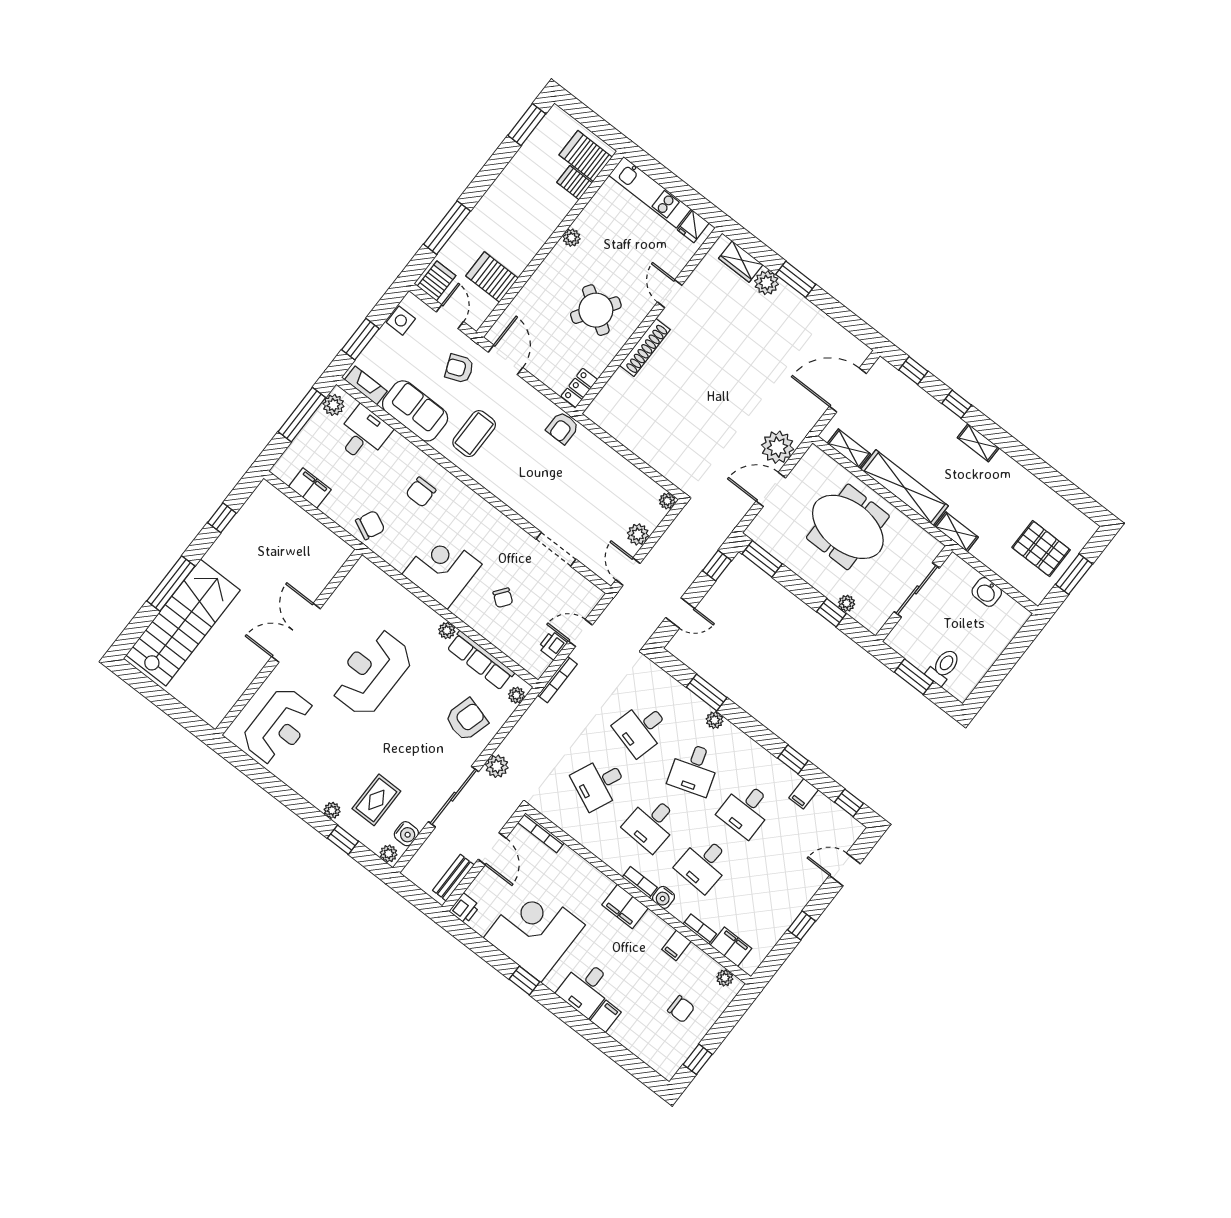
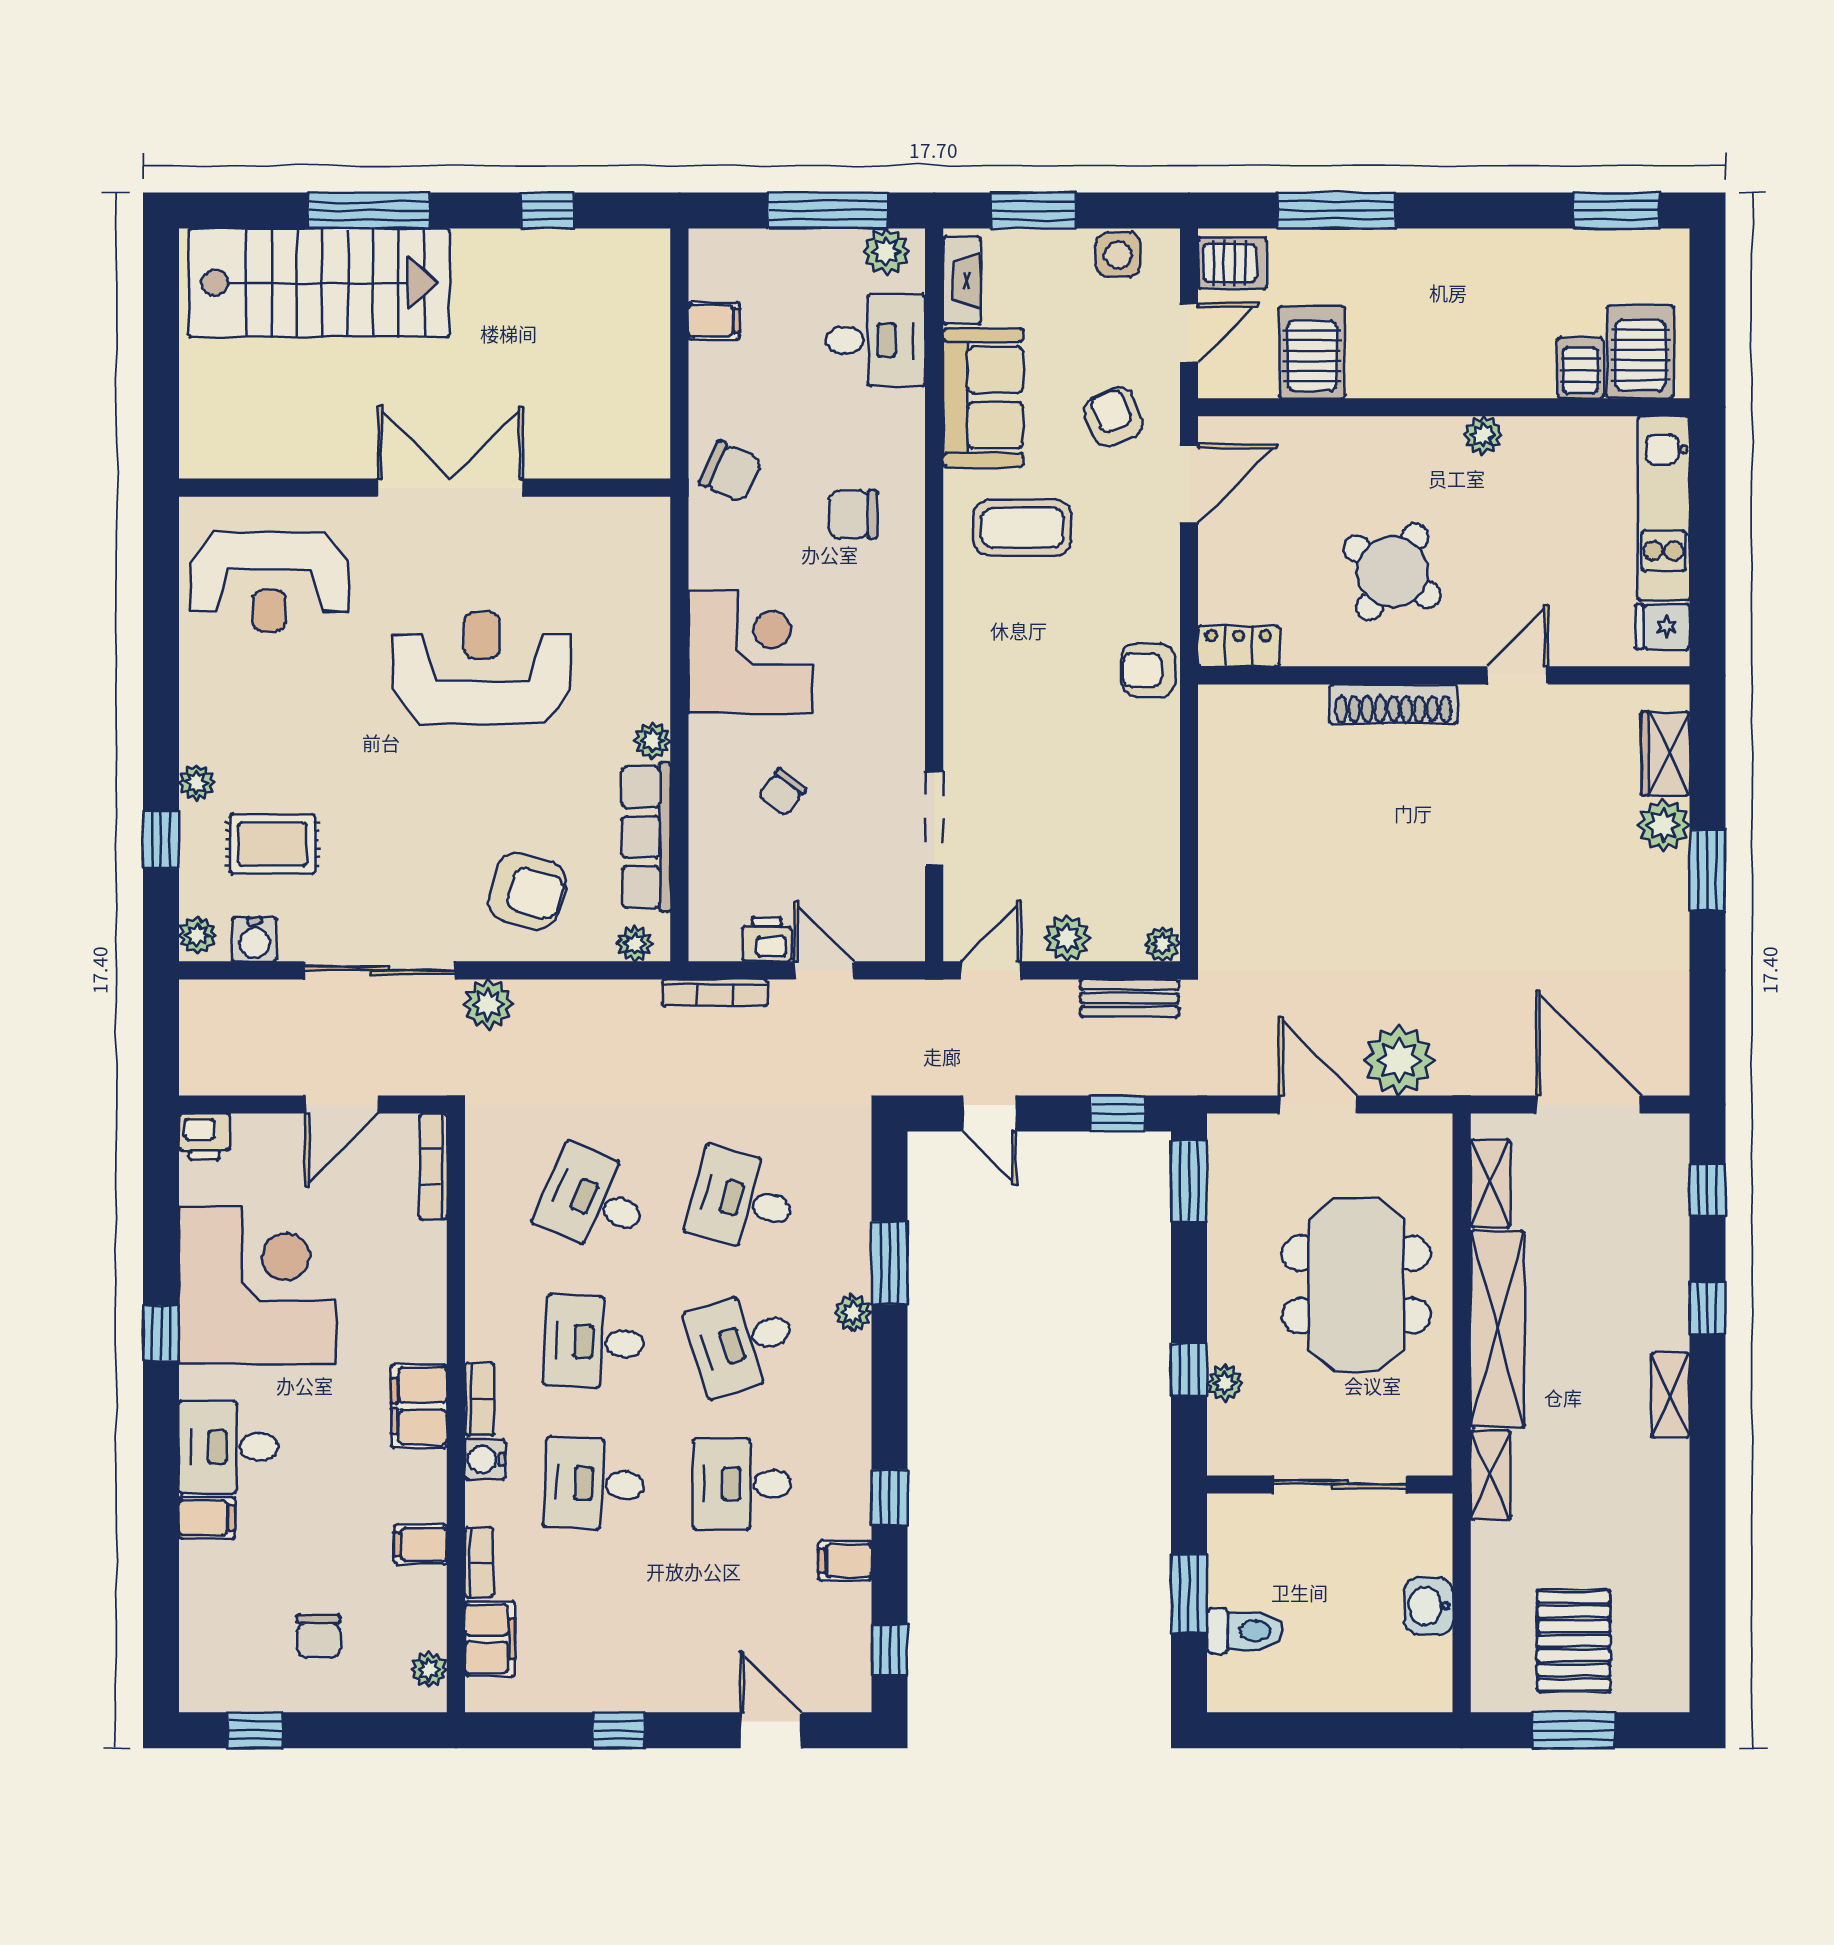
filing cabinet: (310, 488) -> (714, 321), width x0.50
bench: (453, 878) -> (1129, 998), moved

